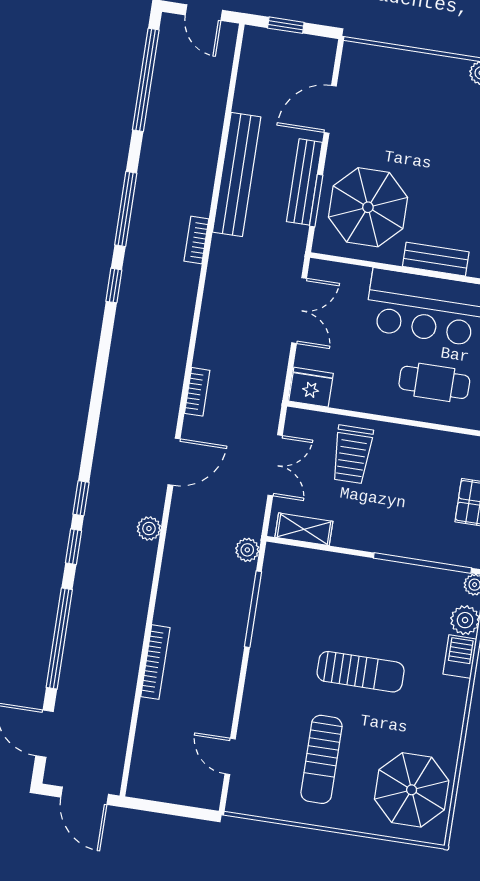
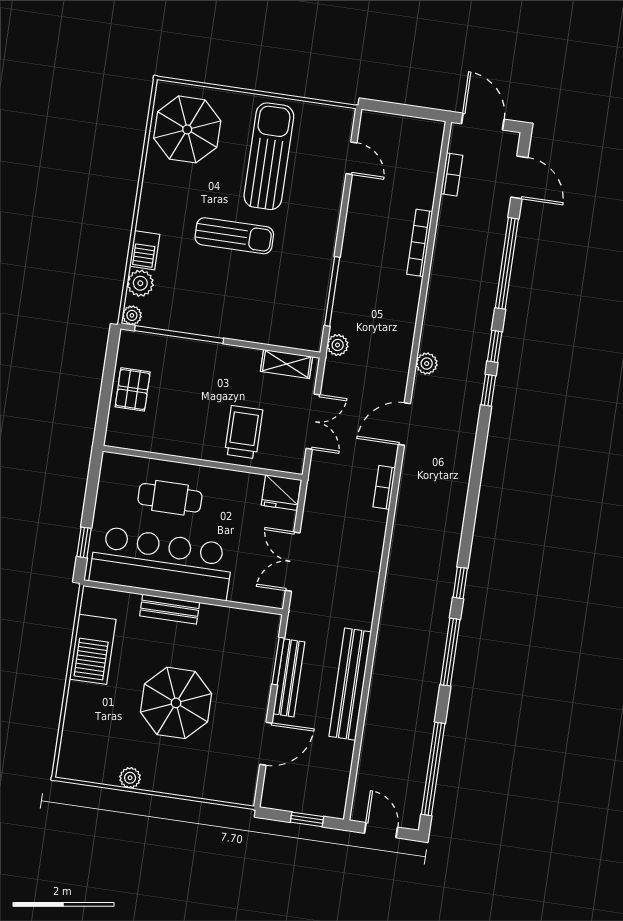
parasol: (368, 207) -> (176, 703), moved
bookcase: (196, 240) -> (452, 174), moved
double door: (275, 465) -> (313, 422), swing flipped
sun lounger: (361, 672) -> (234, 236), turned 180
sun lounger: (321, 759) -> (269, 156), width x1.36, depth x1.34

